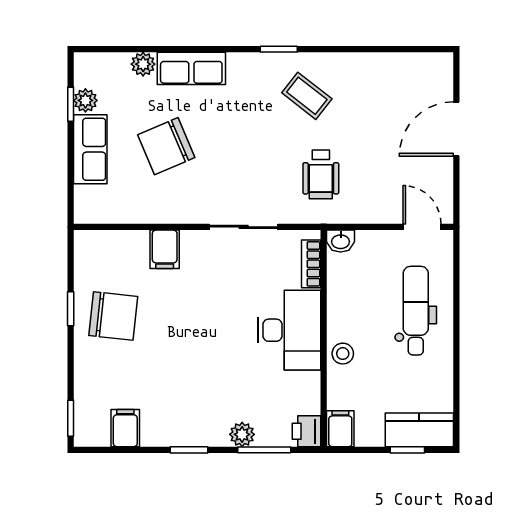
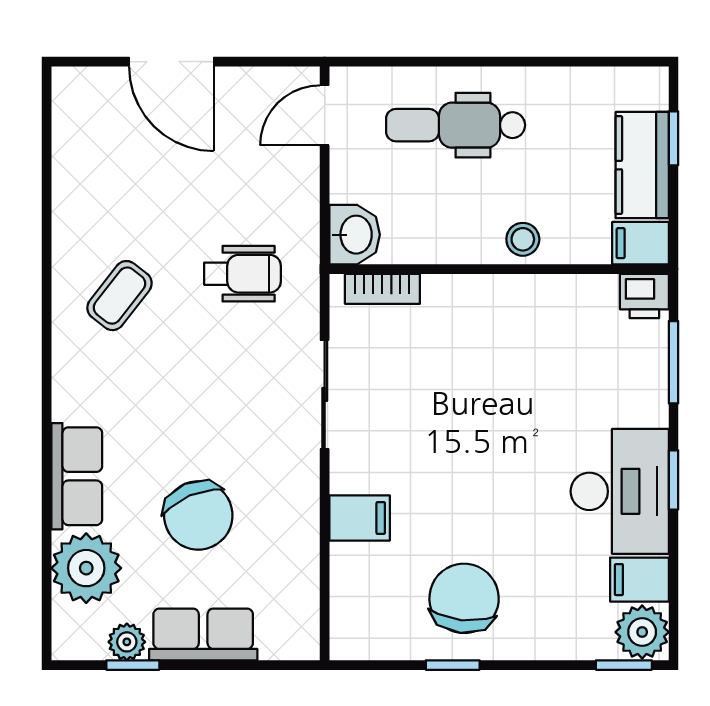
window: (279, 49) -> (47, 339), removed
plant: (143, 64) -> (86, 568), width x1.87, depth x1.87
washbasin: (341, 241) -> (355, 235), width x1.38, depth x1.45
desk: (289, 330) -> (620, 491), moved, turned 90
kitchen counter: (419, 430) -> (642, 165), moved
plant: (242, 434) -> (642, 632), moved, width x1.38, depth x1.38

